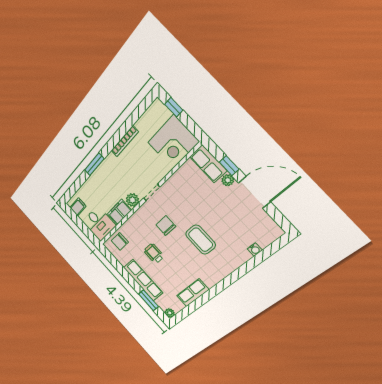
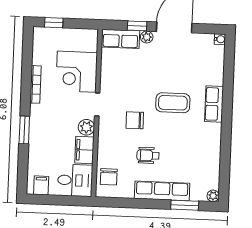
corner desk: (173, 142) -> (77, 72), moved, turned 90
water cooler: (255, 249) -> (220, 39), moved
row of seats: (193, 293) -> (214, 104), moved

